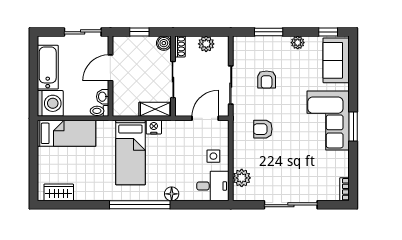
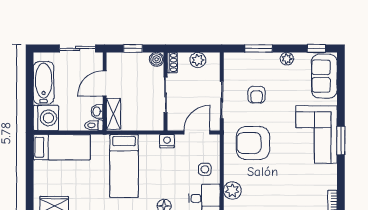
shelving: (155, 109) -> (113, 114), moved, turned 90
nightstand: (154, 127) -> (167, 141), moved
armchair: (263, 129) -> (253, 143), width x1.88, depth x1.88

